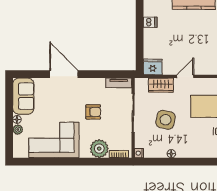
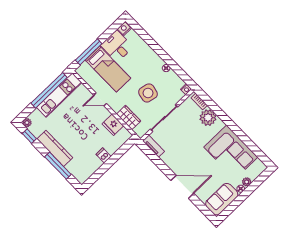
dishwasher: (150, 22) -> (104, 155), moved
fridge: (153, 67) -> (113, 125), moved
door: (64, 74) -> (182, 187), swing flipped
door: (185, 76) -> (100, 99), moved
armchair: (93, 112) -> (188, 144), removed

